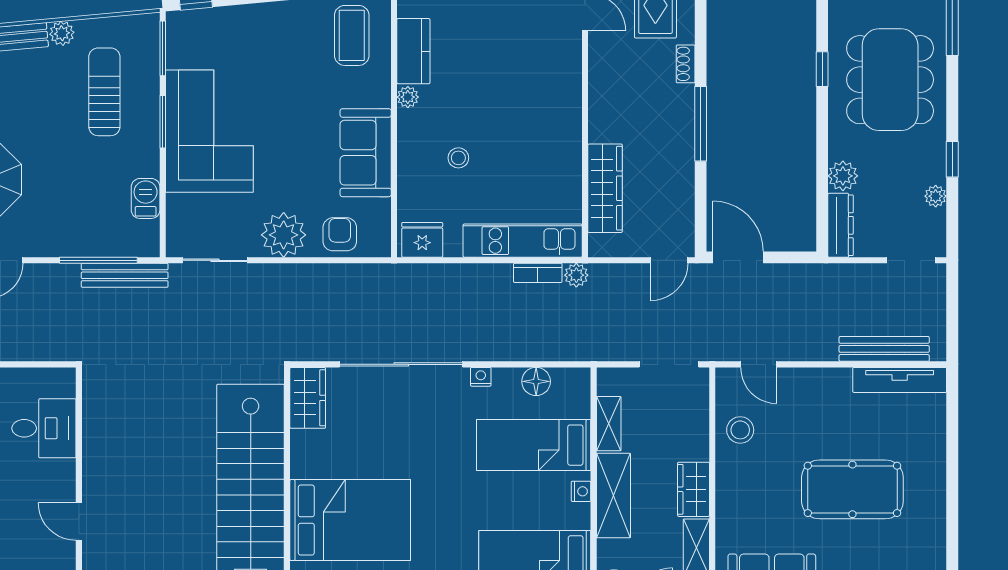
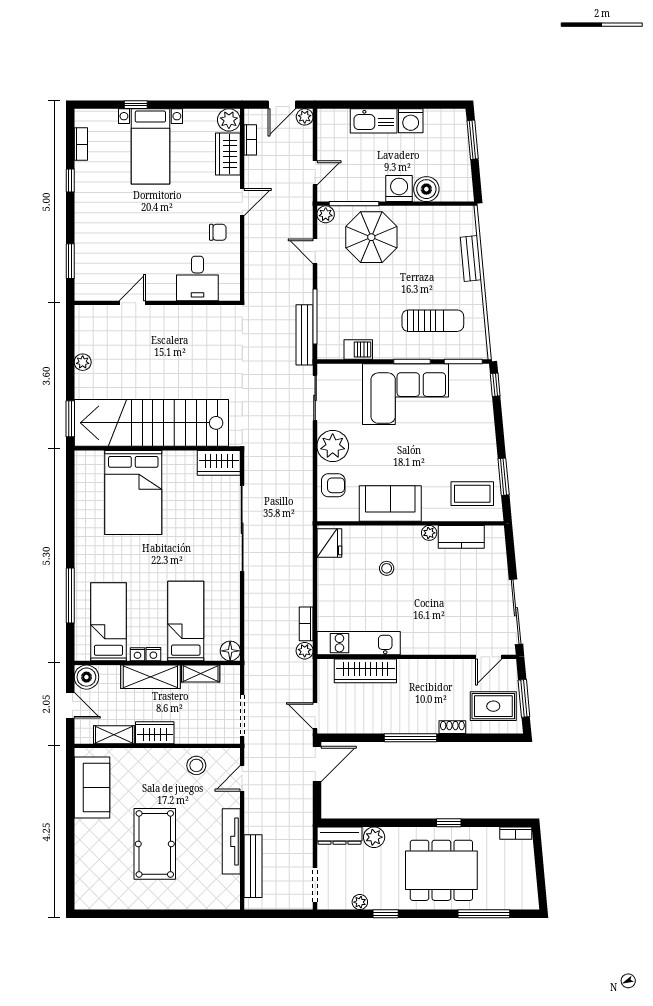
plant: (62, 33) -> (474, 291), removed
kitchen unit: (523, 241) -> (359, 643), moved, turned -90
nightstand: (481, 377) -> (137, 654), moved, turned 90
tv unit: (900, 380) -> (231, 841), moved
floor lamp: (536, 381) -> (230, 651), moved

